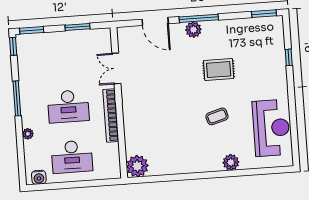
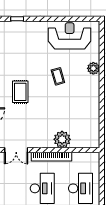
rug: (219, 70) -> (20, 92), moved
plant: (137, 166) -> (62, 139), moved

